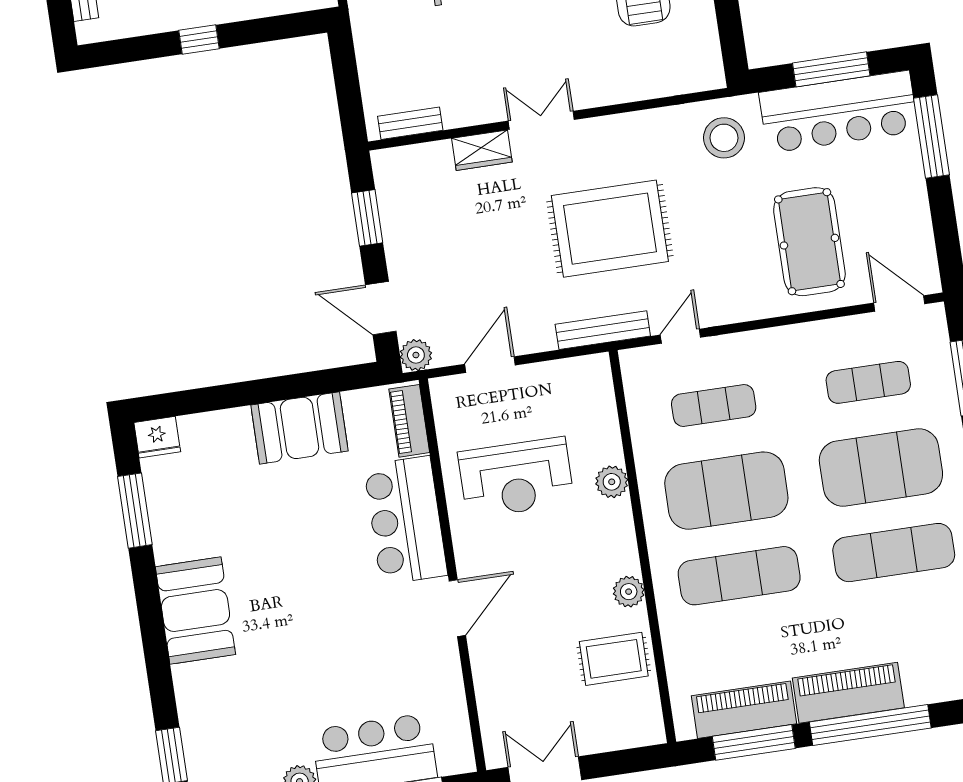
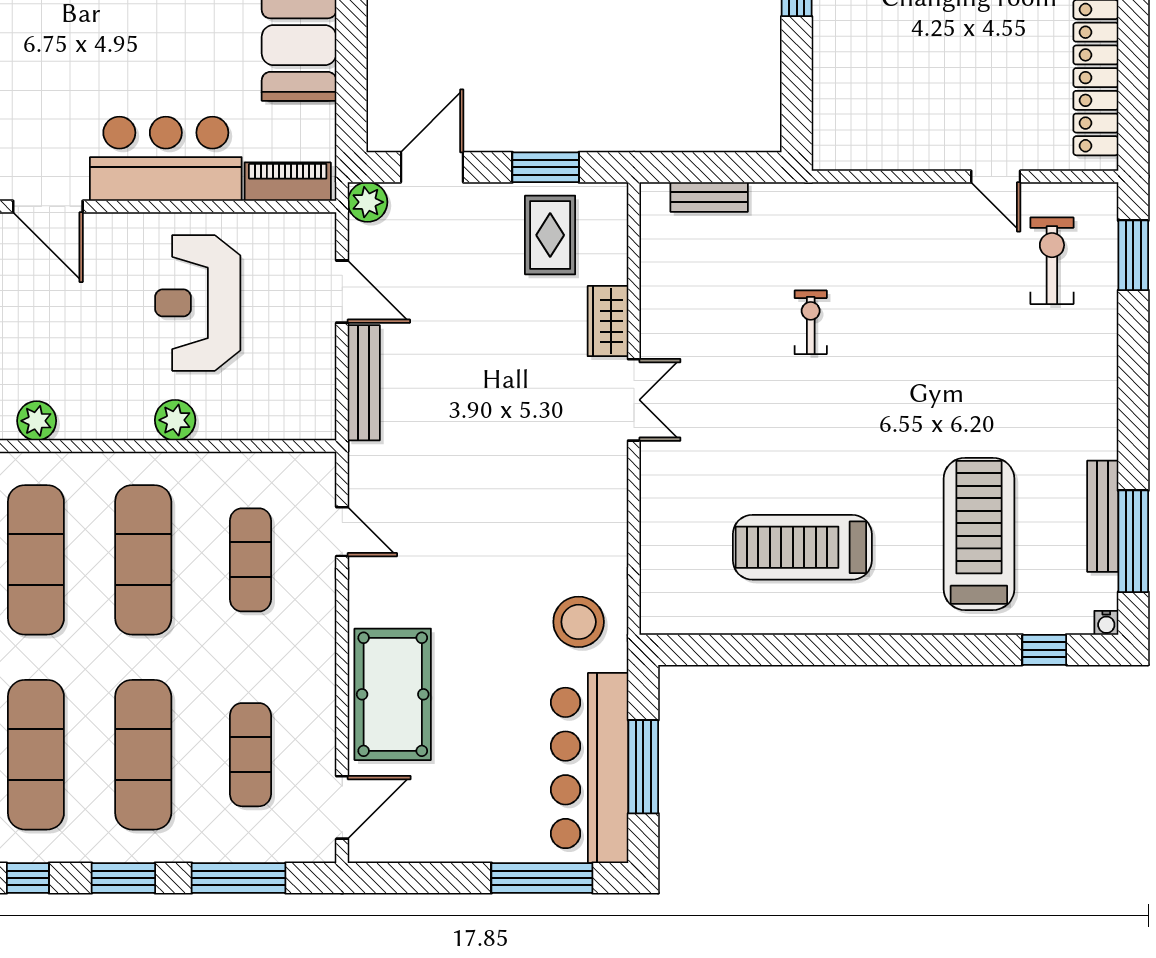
bench: (410, 123) -> (709, 197), moved, turned 90
rug: (610, 229) -> (550, 235), moved, width x0.54, depth x0.49
pool table: (809, 242) -> (393, 694), moved, turned 90
bench: (603, 330) -> (364, 383), moved
exercise mat: (881, 467) -> (143, 755), width x0.68
exercise mat: (726, 491) -> (143, 560), width x0.68

